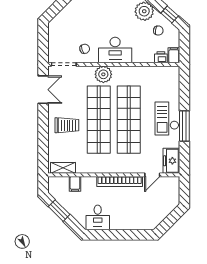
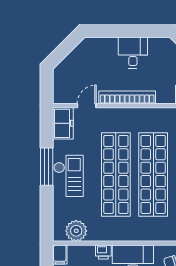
printer: (161, 57) -> (103, 252), moved
plant: (103, 74) -> (76, 231), moved
desk: (98, 217) -> (133, 53), moved

